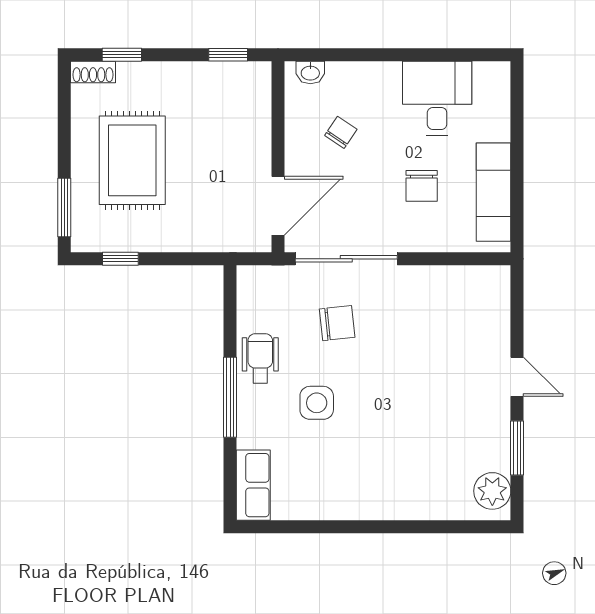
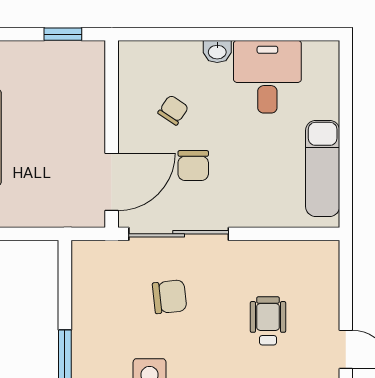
washbasin: (310, 72) -> (217, 51), moved
chair: (422, 186) -> (193, 166), moved
wheelchair: (260, 358) -> (268, 321), moved

